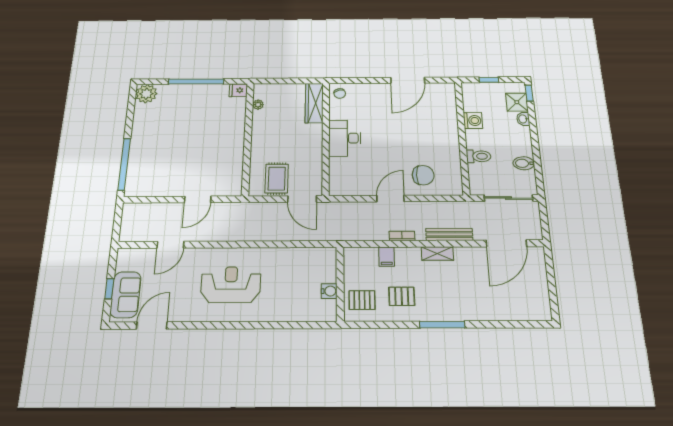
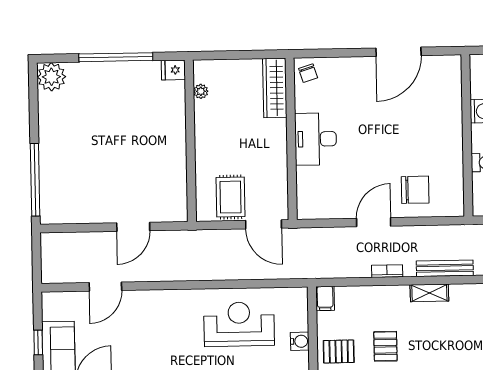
filing cabinet: (387, 257) -> (325, 298), moved
reception desk: (231, 285) -> (239, 324), moved
pallet: (402, 296) -> (385, 346), turned 90

